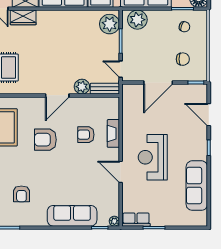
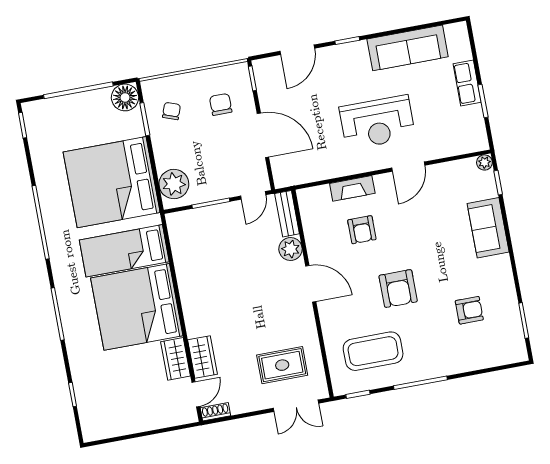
plant: (110, 24) -> (188, 225), removed
armchair: (45, 140) -> (398, 289), moved
sofa: (72, 216) -> (488, 228), width x0.73
row of seats: (136, 220) -> (467, 83), moved

